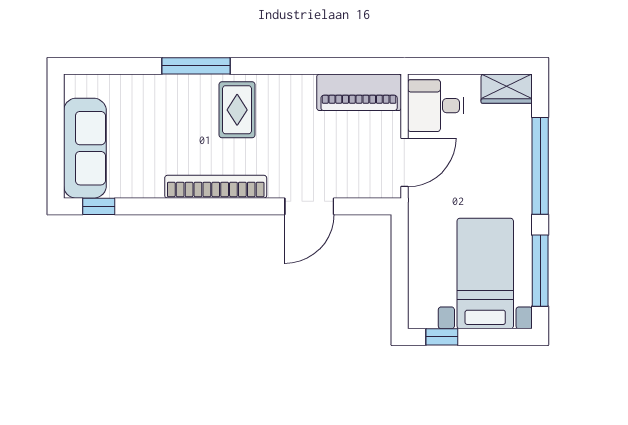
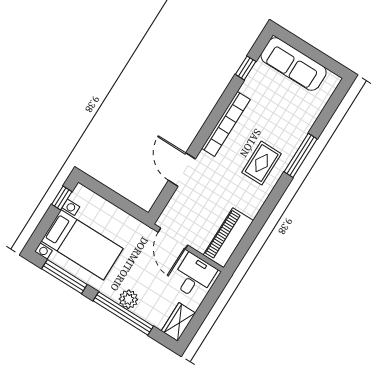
rug: (237, 110) -> (262, 163), turned 90
plant: (518, 171) -> (128, 299), added
window: (99, 206) -> (246, 68), moved

